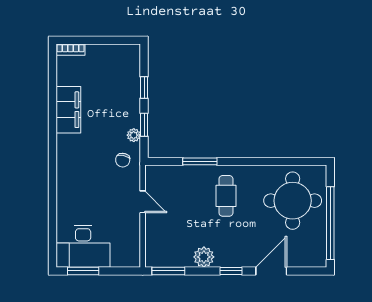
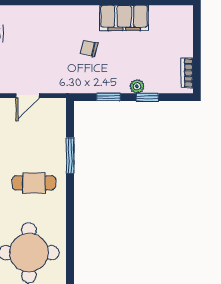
bookcase: (71, 50) -> (187, 73), moved
plant: (134, 135) -> (137, 86), moved
chair: (123, 160) -> (89, 48), moved

